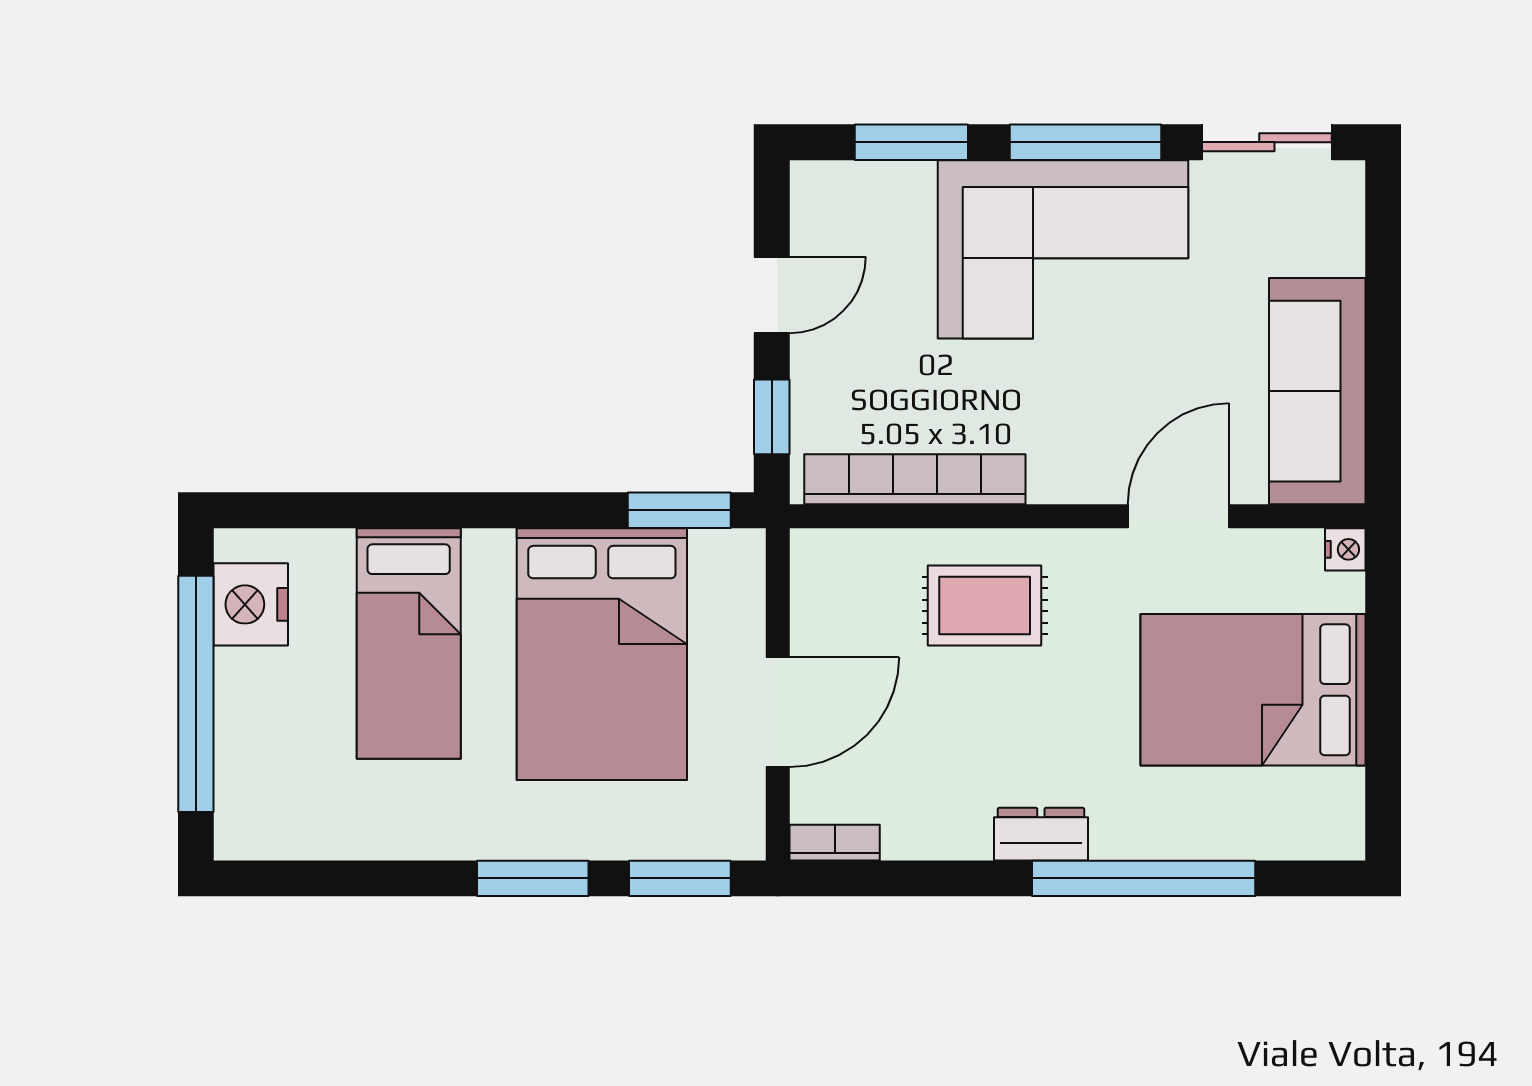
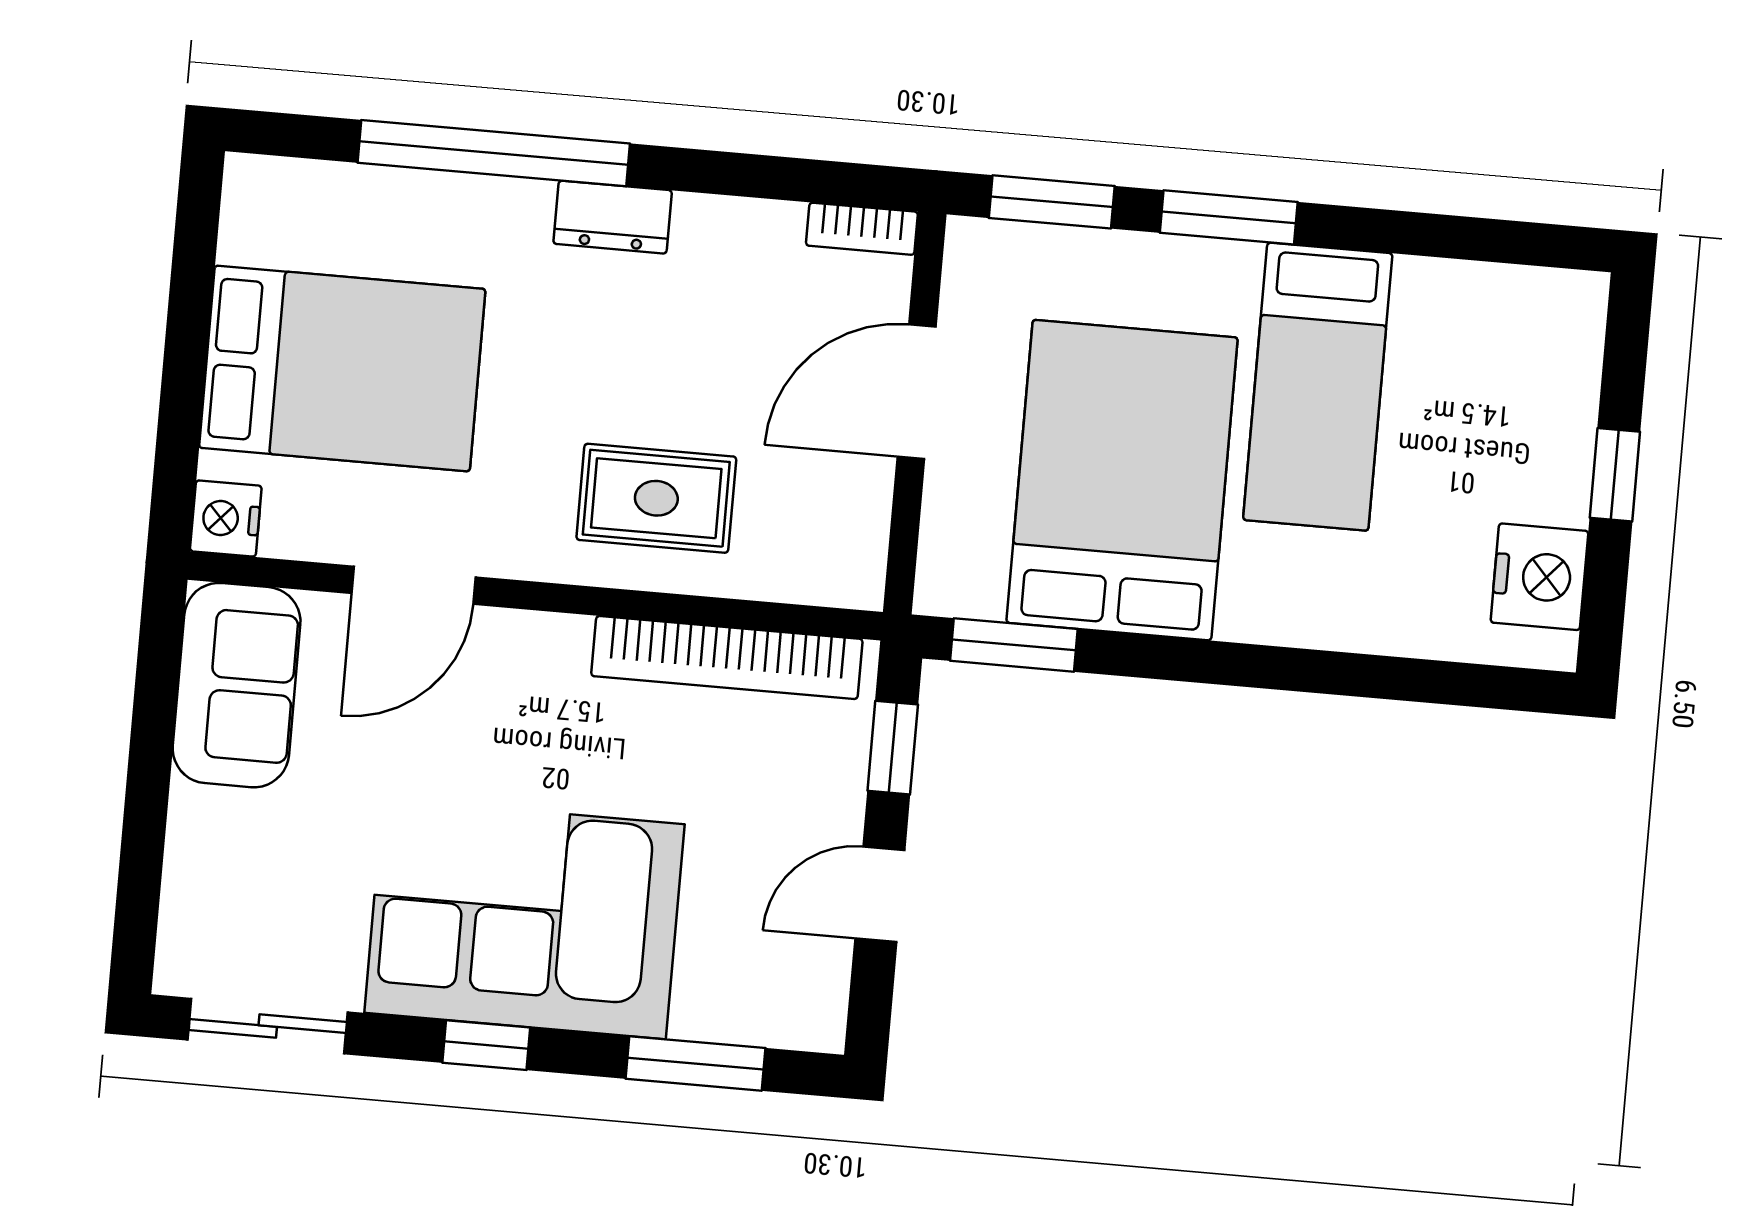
window: (1085, 142) -> (486, 1045), width x0.46
sofa: (1317, 391) -> (237, 685), width x0.73
nightstand: (1345, 549) -> (226, 519), width x1.39, depth x1.35
bed: (409, 643) -> (1318, 387), moved, turned 180
window: (196, 694) -> (1615, 475), width x0.32

